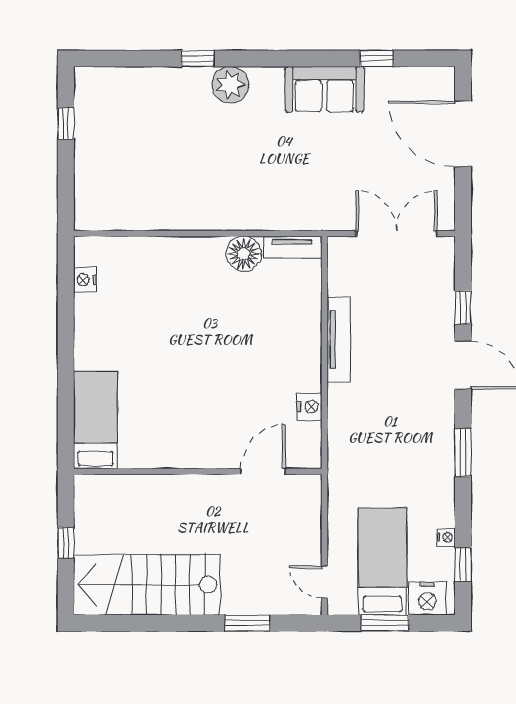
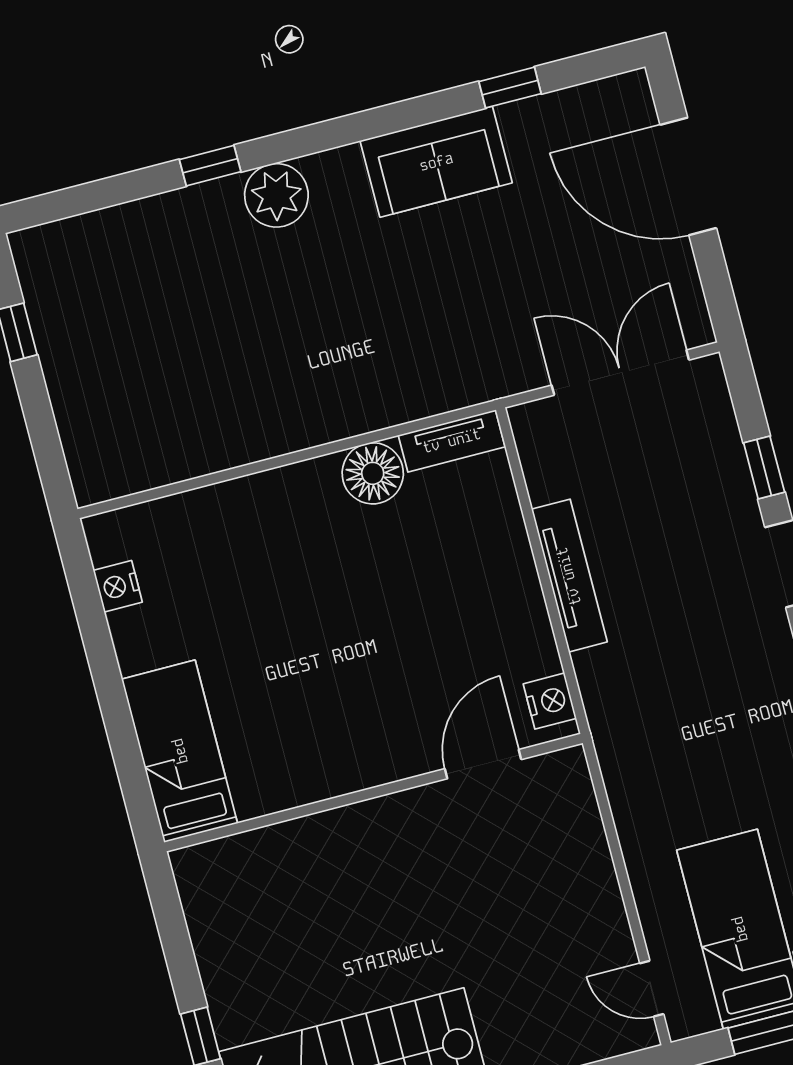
bed: (95, 420) -> (180, 751), moved
wall: (198, 471) -> (374, 793), moved
door: (263, 471) -> (483, 764), moved

